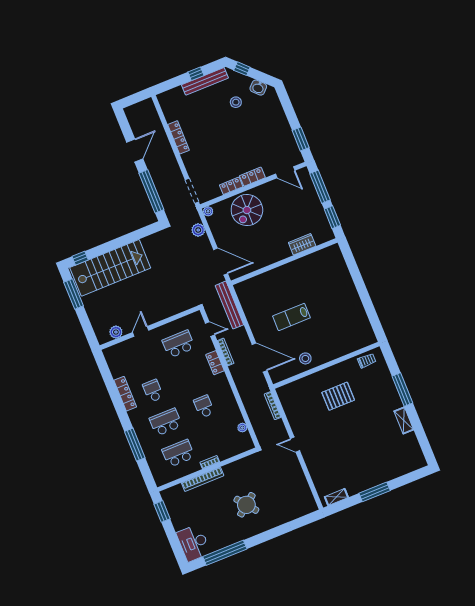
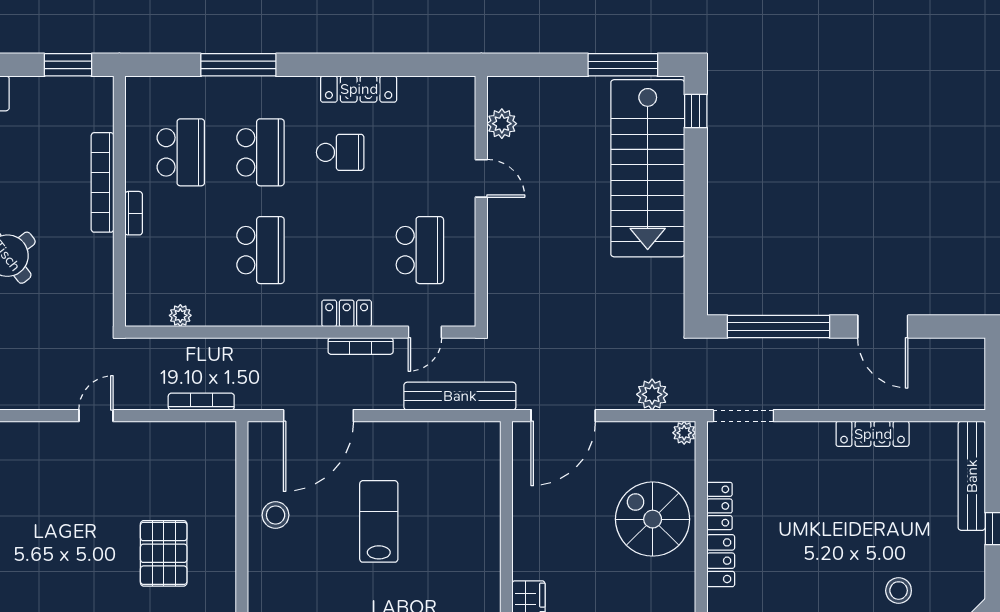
bench: (205, 81) -> (972, 476), moved
school desk: (204, 407) -> (260, 250), width x1.85

